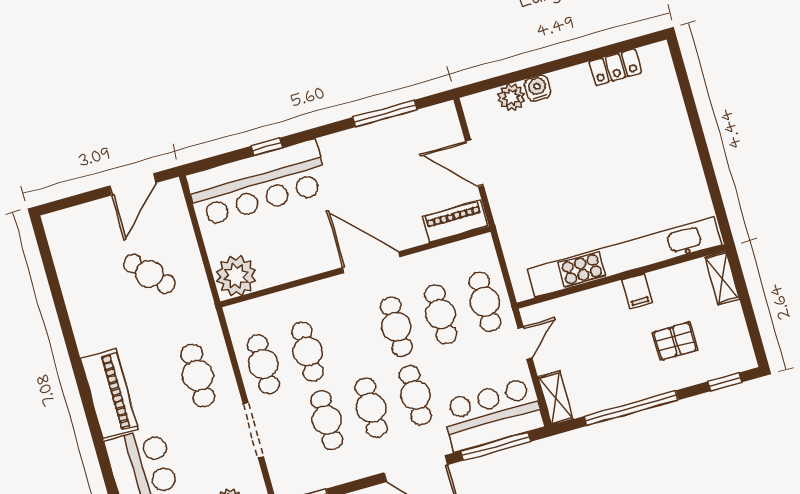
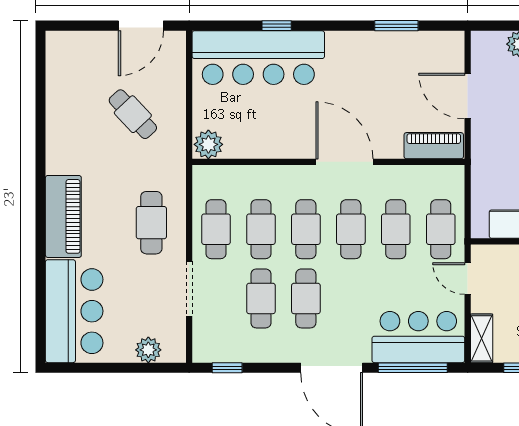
window: (385, 113) -> (396, 26), width x0.69
plant: (236, 276) -> (208, 144), width x0.73, depth x0.73
door: (525, 343) -> (468, 279), swing flipped
cafe table: (415, 395) -> (306, 229), moved

